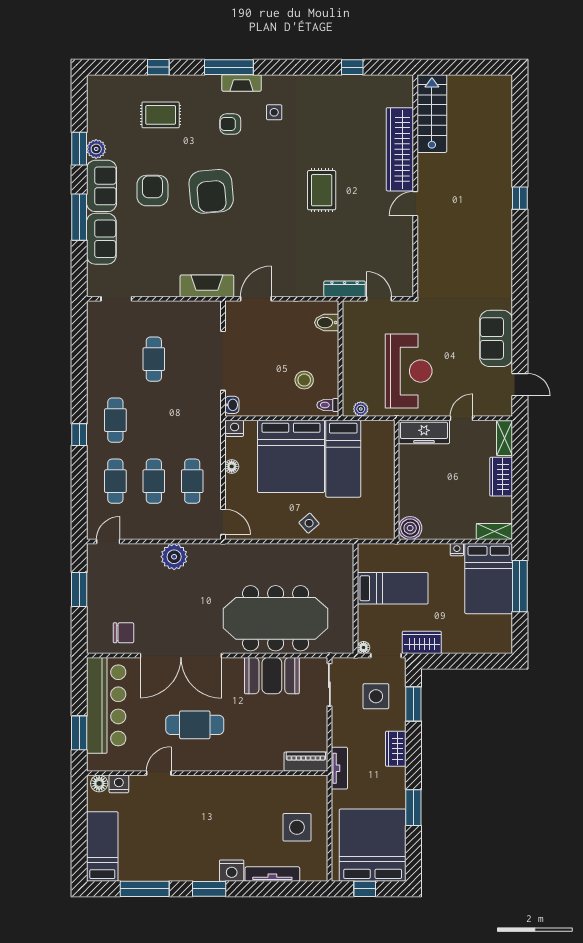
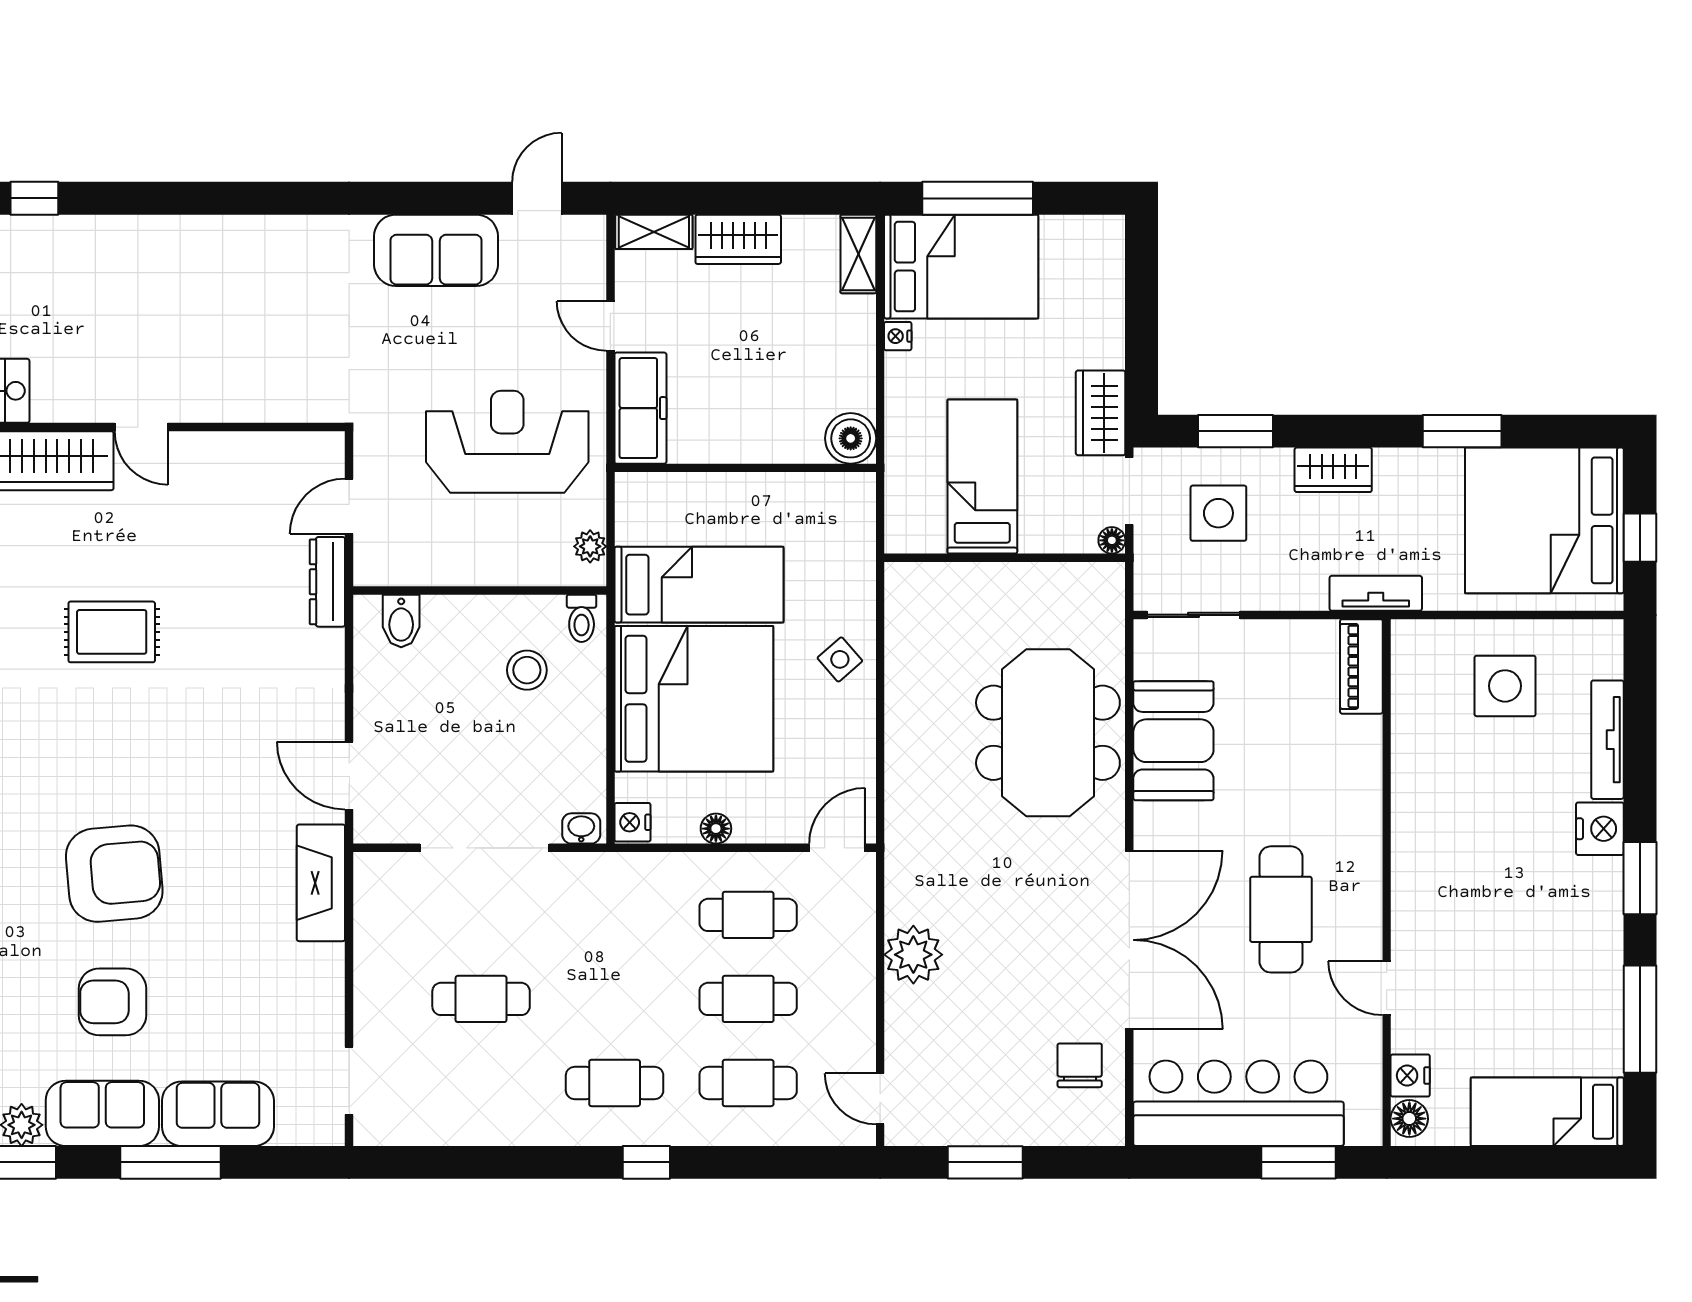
window: (520, 198) -> (34, 198), moved
meeting table: (276, 618) -> (1048, 733), width x0.73

